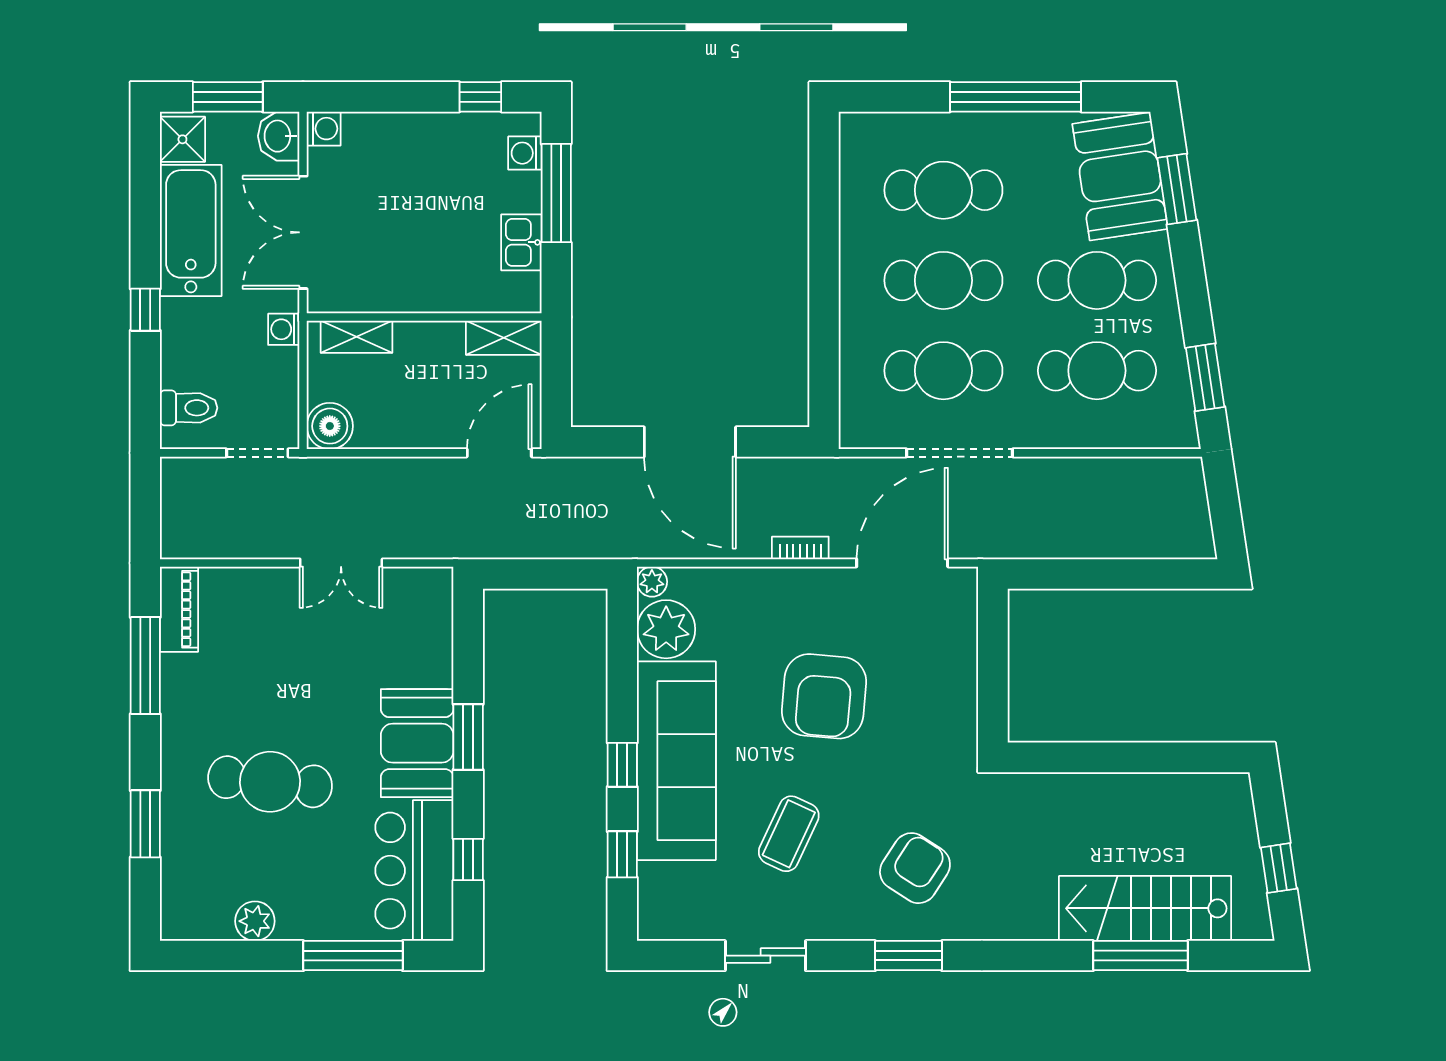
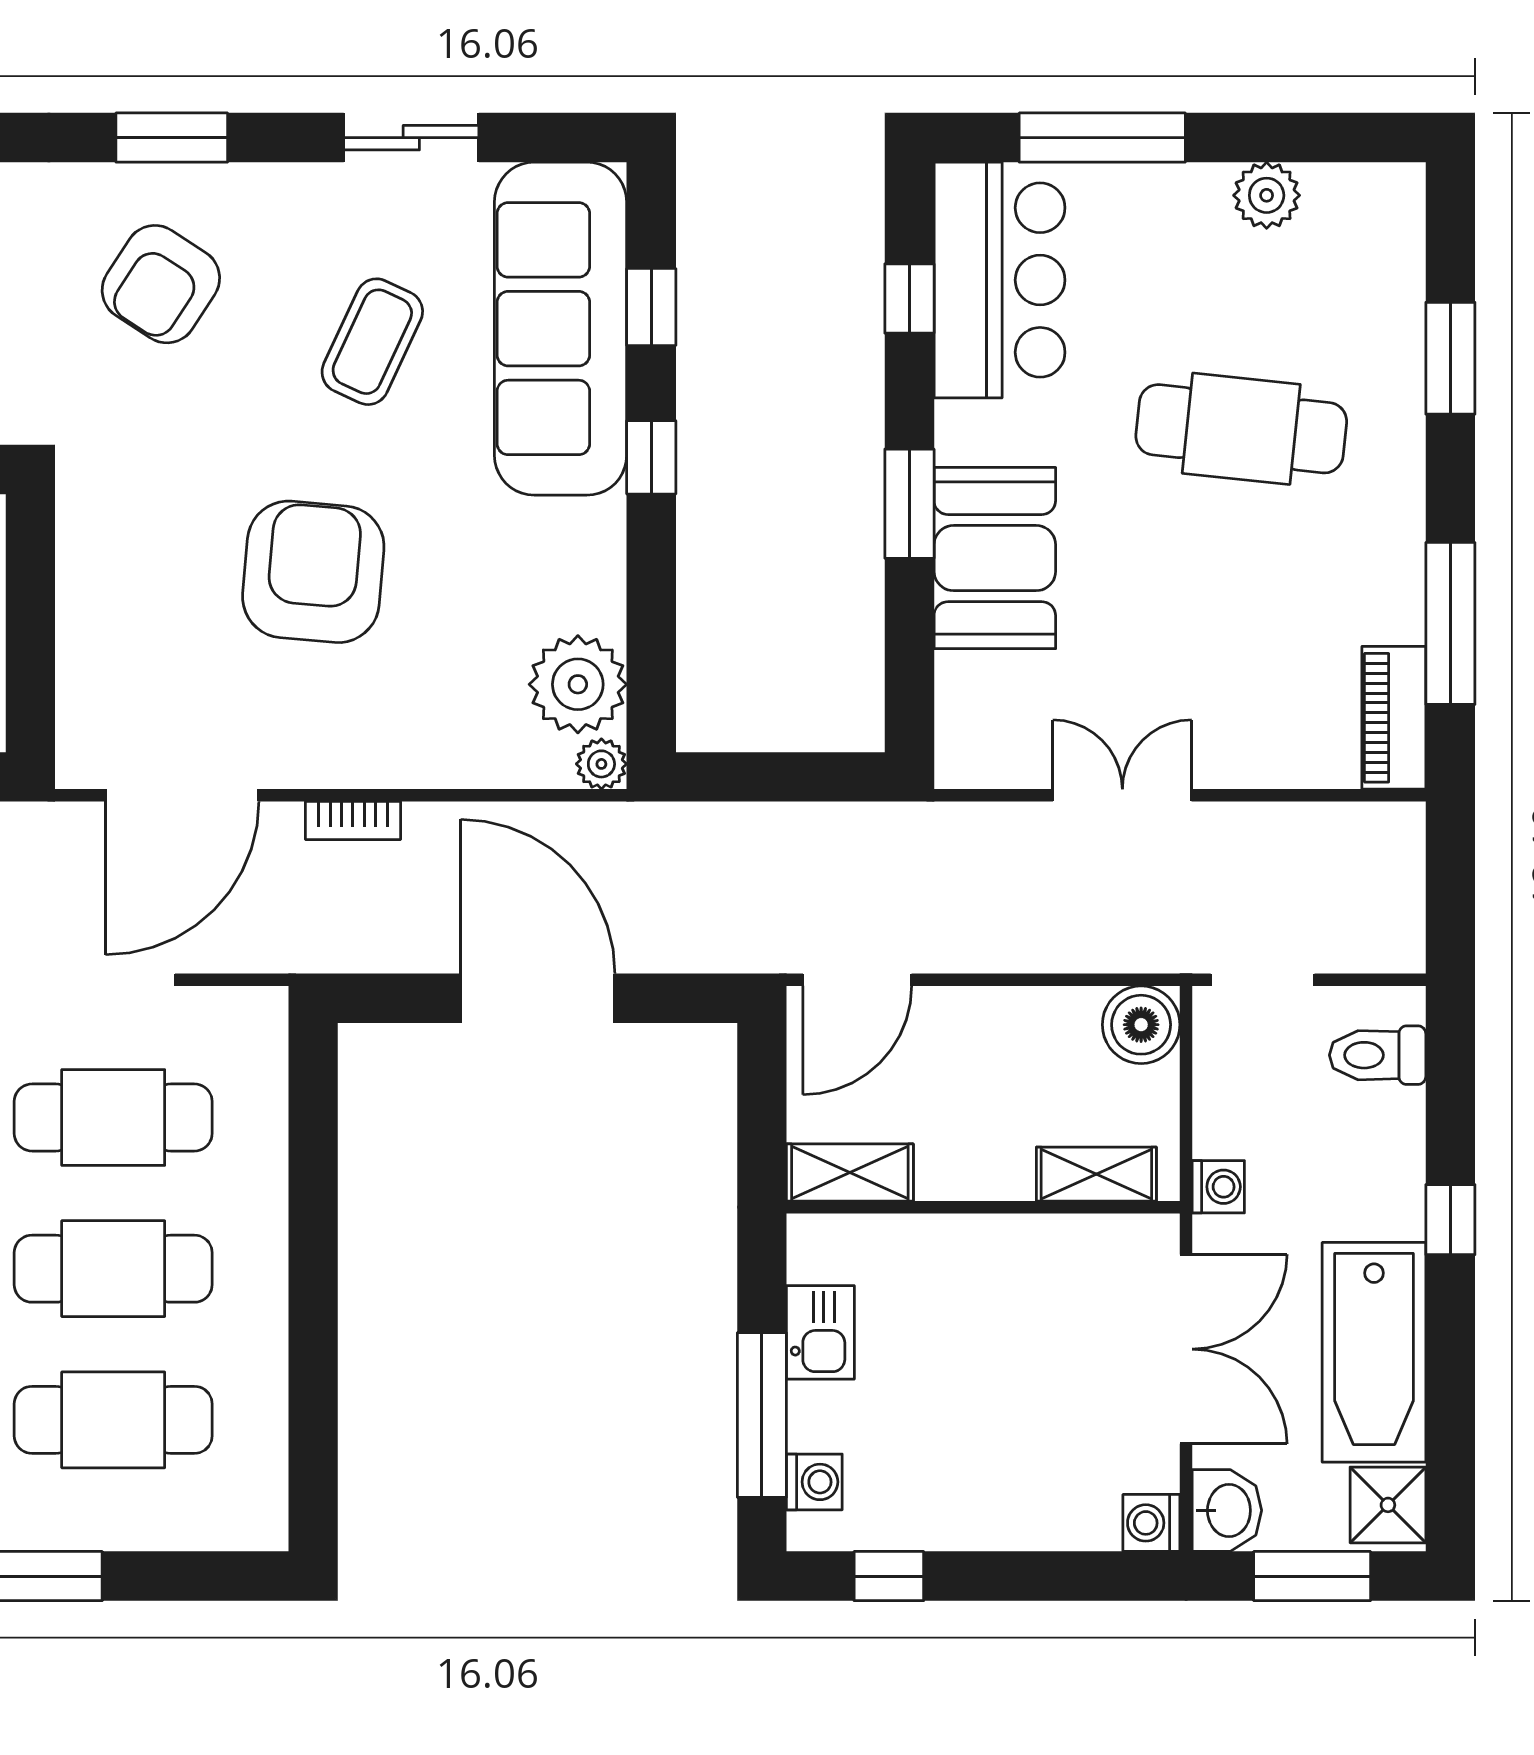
booth: (417, 743) -> (995, 558), moved
sofa: (676, 761) -> (561, 329), moved

